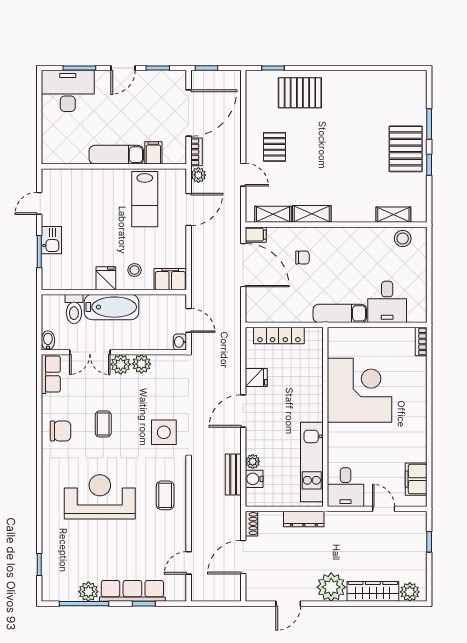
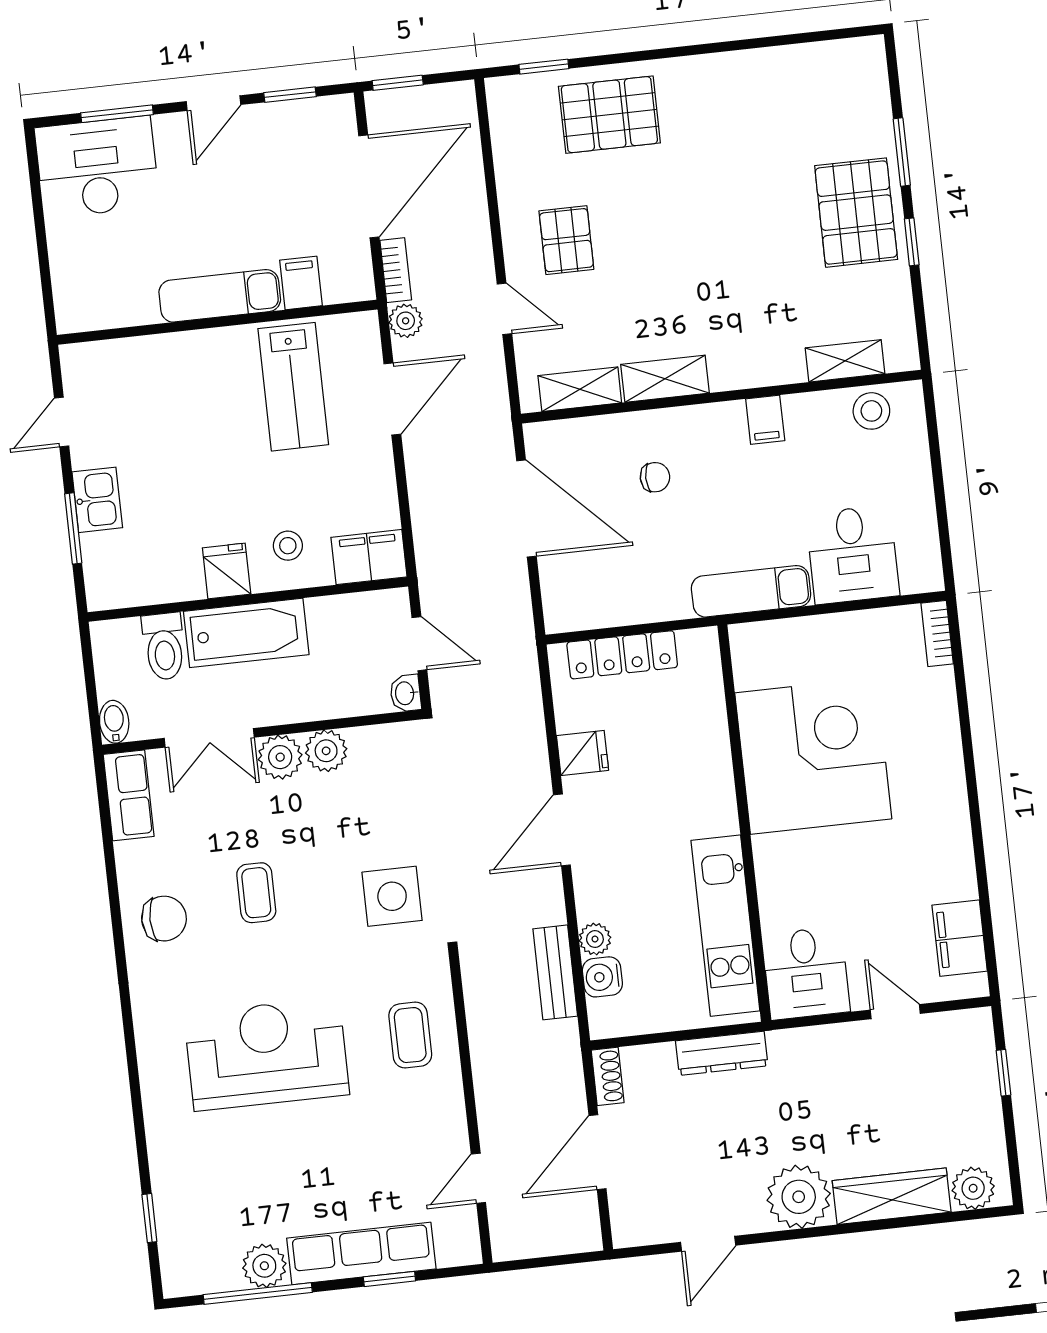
filing cabinet: (256, 235) -> (765, 420), moved, turned 90

